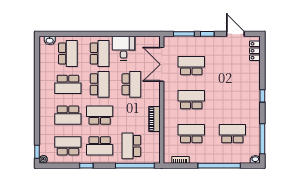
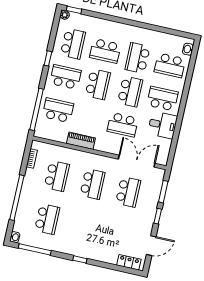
school desk: (100, 54) -> (162, 99), turned 180
school desk: (100, 84) -> (130, 91), turned -90
school desk: (68, 115) -> (105, 51), turned -90
school desk: (100, 146) -> (65, 77), turned 90

